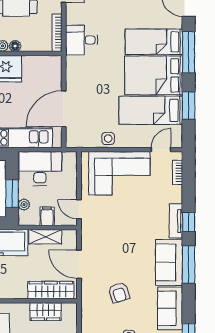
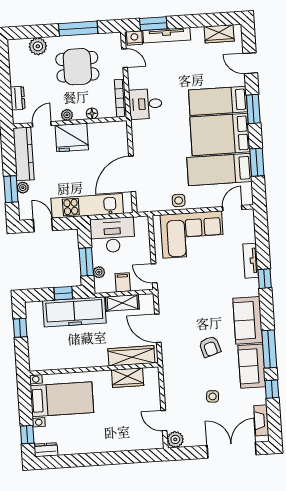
floor lamp: (15, 46) -> (92, 113), moved
window: (189, 52) -> (253, 109), width x0.69
bookcase: (178, 172) -> (250, 230), removed
tv unit: (176, 221) -> (251, 261), moved
window: (189, 265) -> (269, 349), moved
armchair: (119, 293) -> (210, 347), moved

